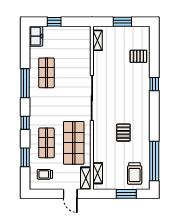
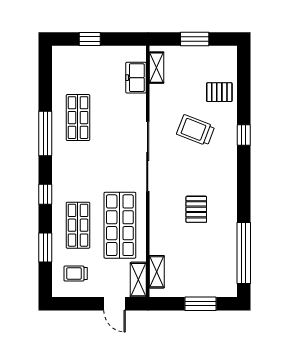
freezer: (36, 36) -> (136, 78), moved, turned 180
trolley: (135, 173) -> (196, 130), moved, turned 111

